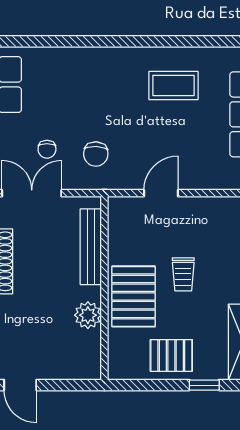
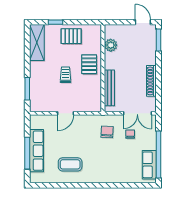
door: (161, 193) -> (66, 113), moved
pallet: (134, 296) -> (89, 64), width x0.67, depth x0.71
plant: (88, 315) -> (111, 45), moved

